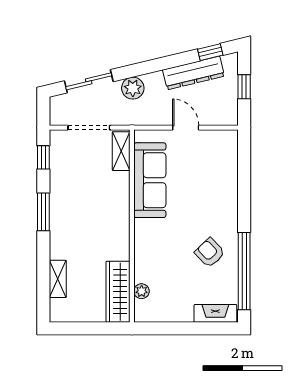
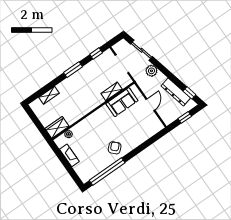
shelving: (121, 151) -> (112, 91), moved
sofa: (150, 180) -> (122, 102), width x0.73
armchair: (210, 253) -> (115, 148), moved
wardrobe: (118, 292) -> (57, 127), width x0.67
fireplace: (215, 313) -> (69, 155), moved

